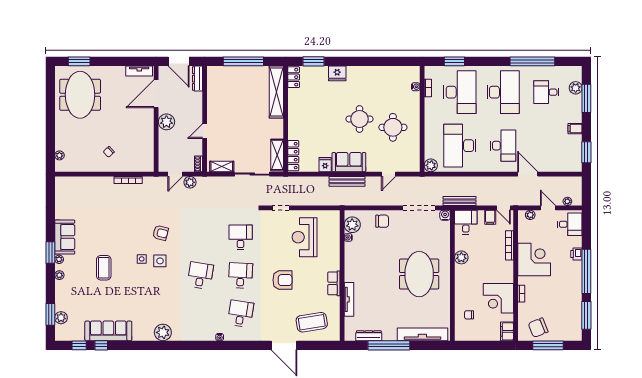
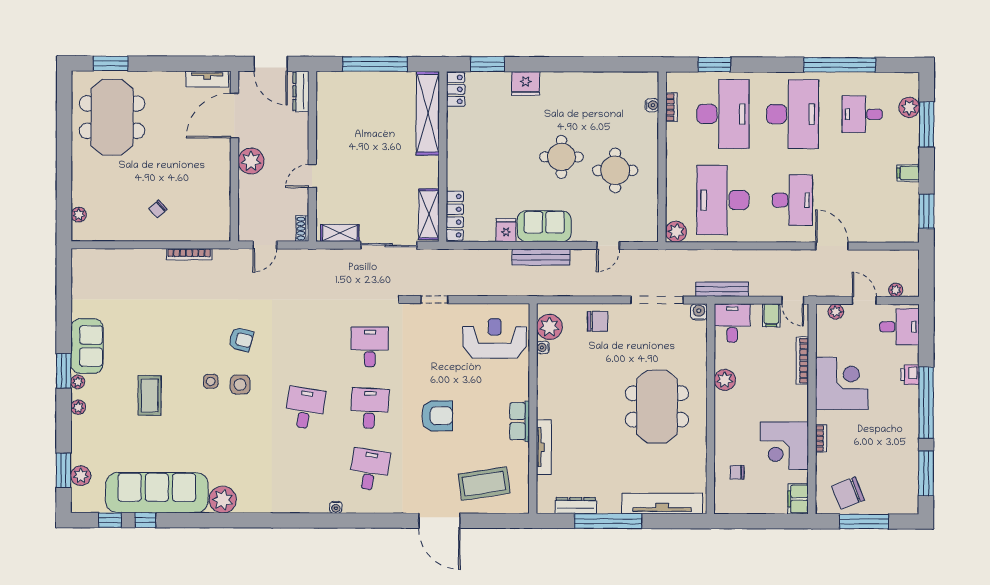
plant: (190, 182) -> (289, 258), removed
reception desk: (305, 237) -> (495, 338), moved, turned 90
sofa: (108, 331) -> (157, 493), width x1.36, depth x1.27
plant: (163, 332) -> (223, 500), moved

